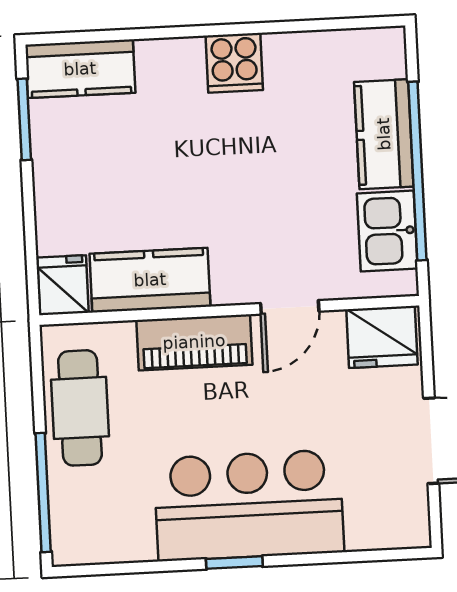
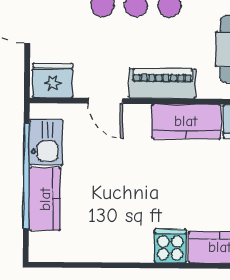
cooker: (234, 63) -> (170, 246), moved
door: (290, 307) -> (106, 101), swing flipped

